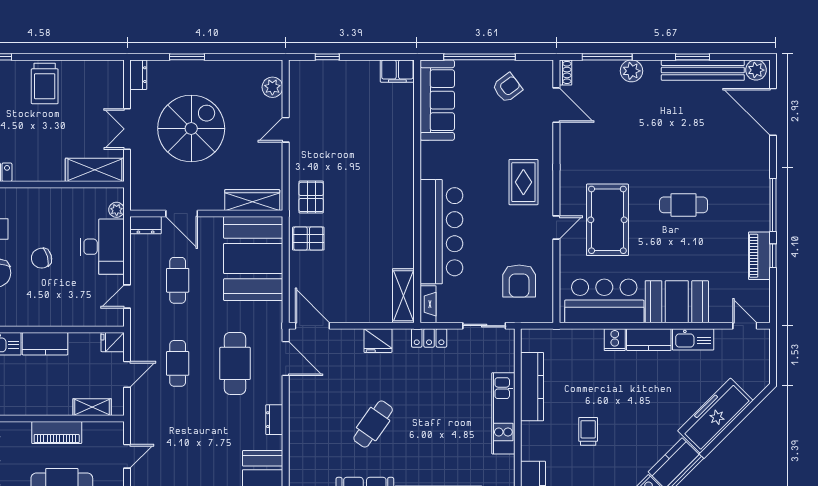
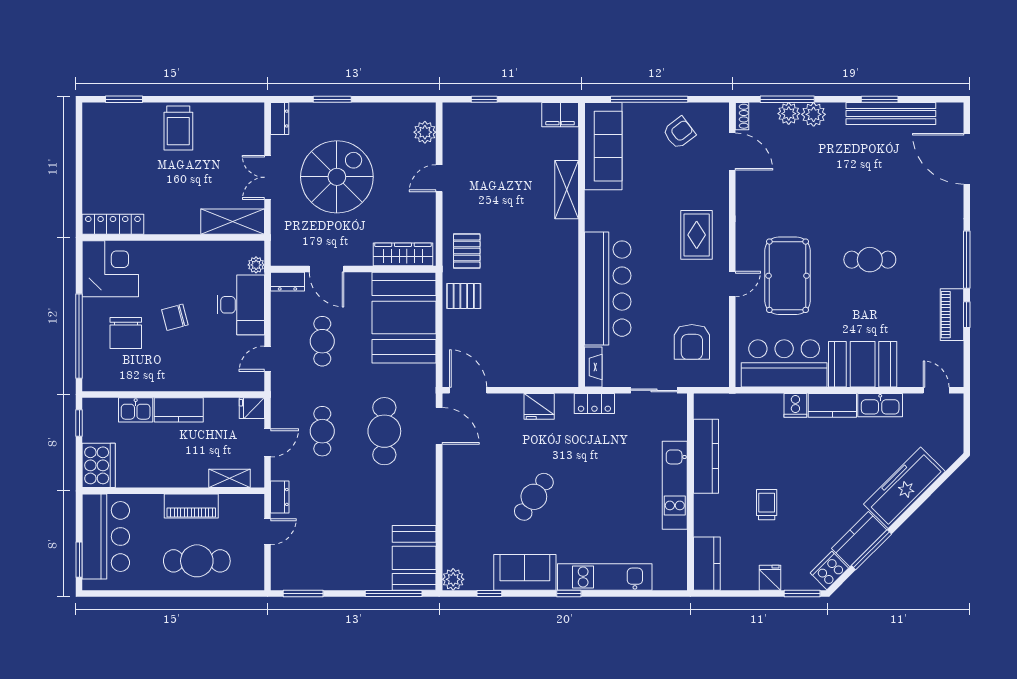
plant: (756, 70) -> (789, 114), moved
shelving: (403, 296) -> (567, 190), moved
dresser: (274, 420) -> (280, 497), moved, turned 180

